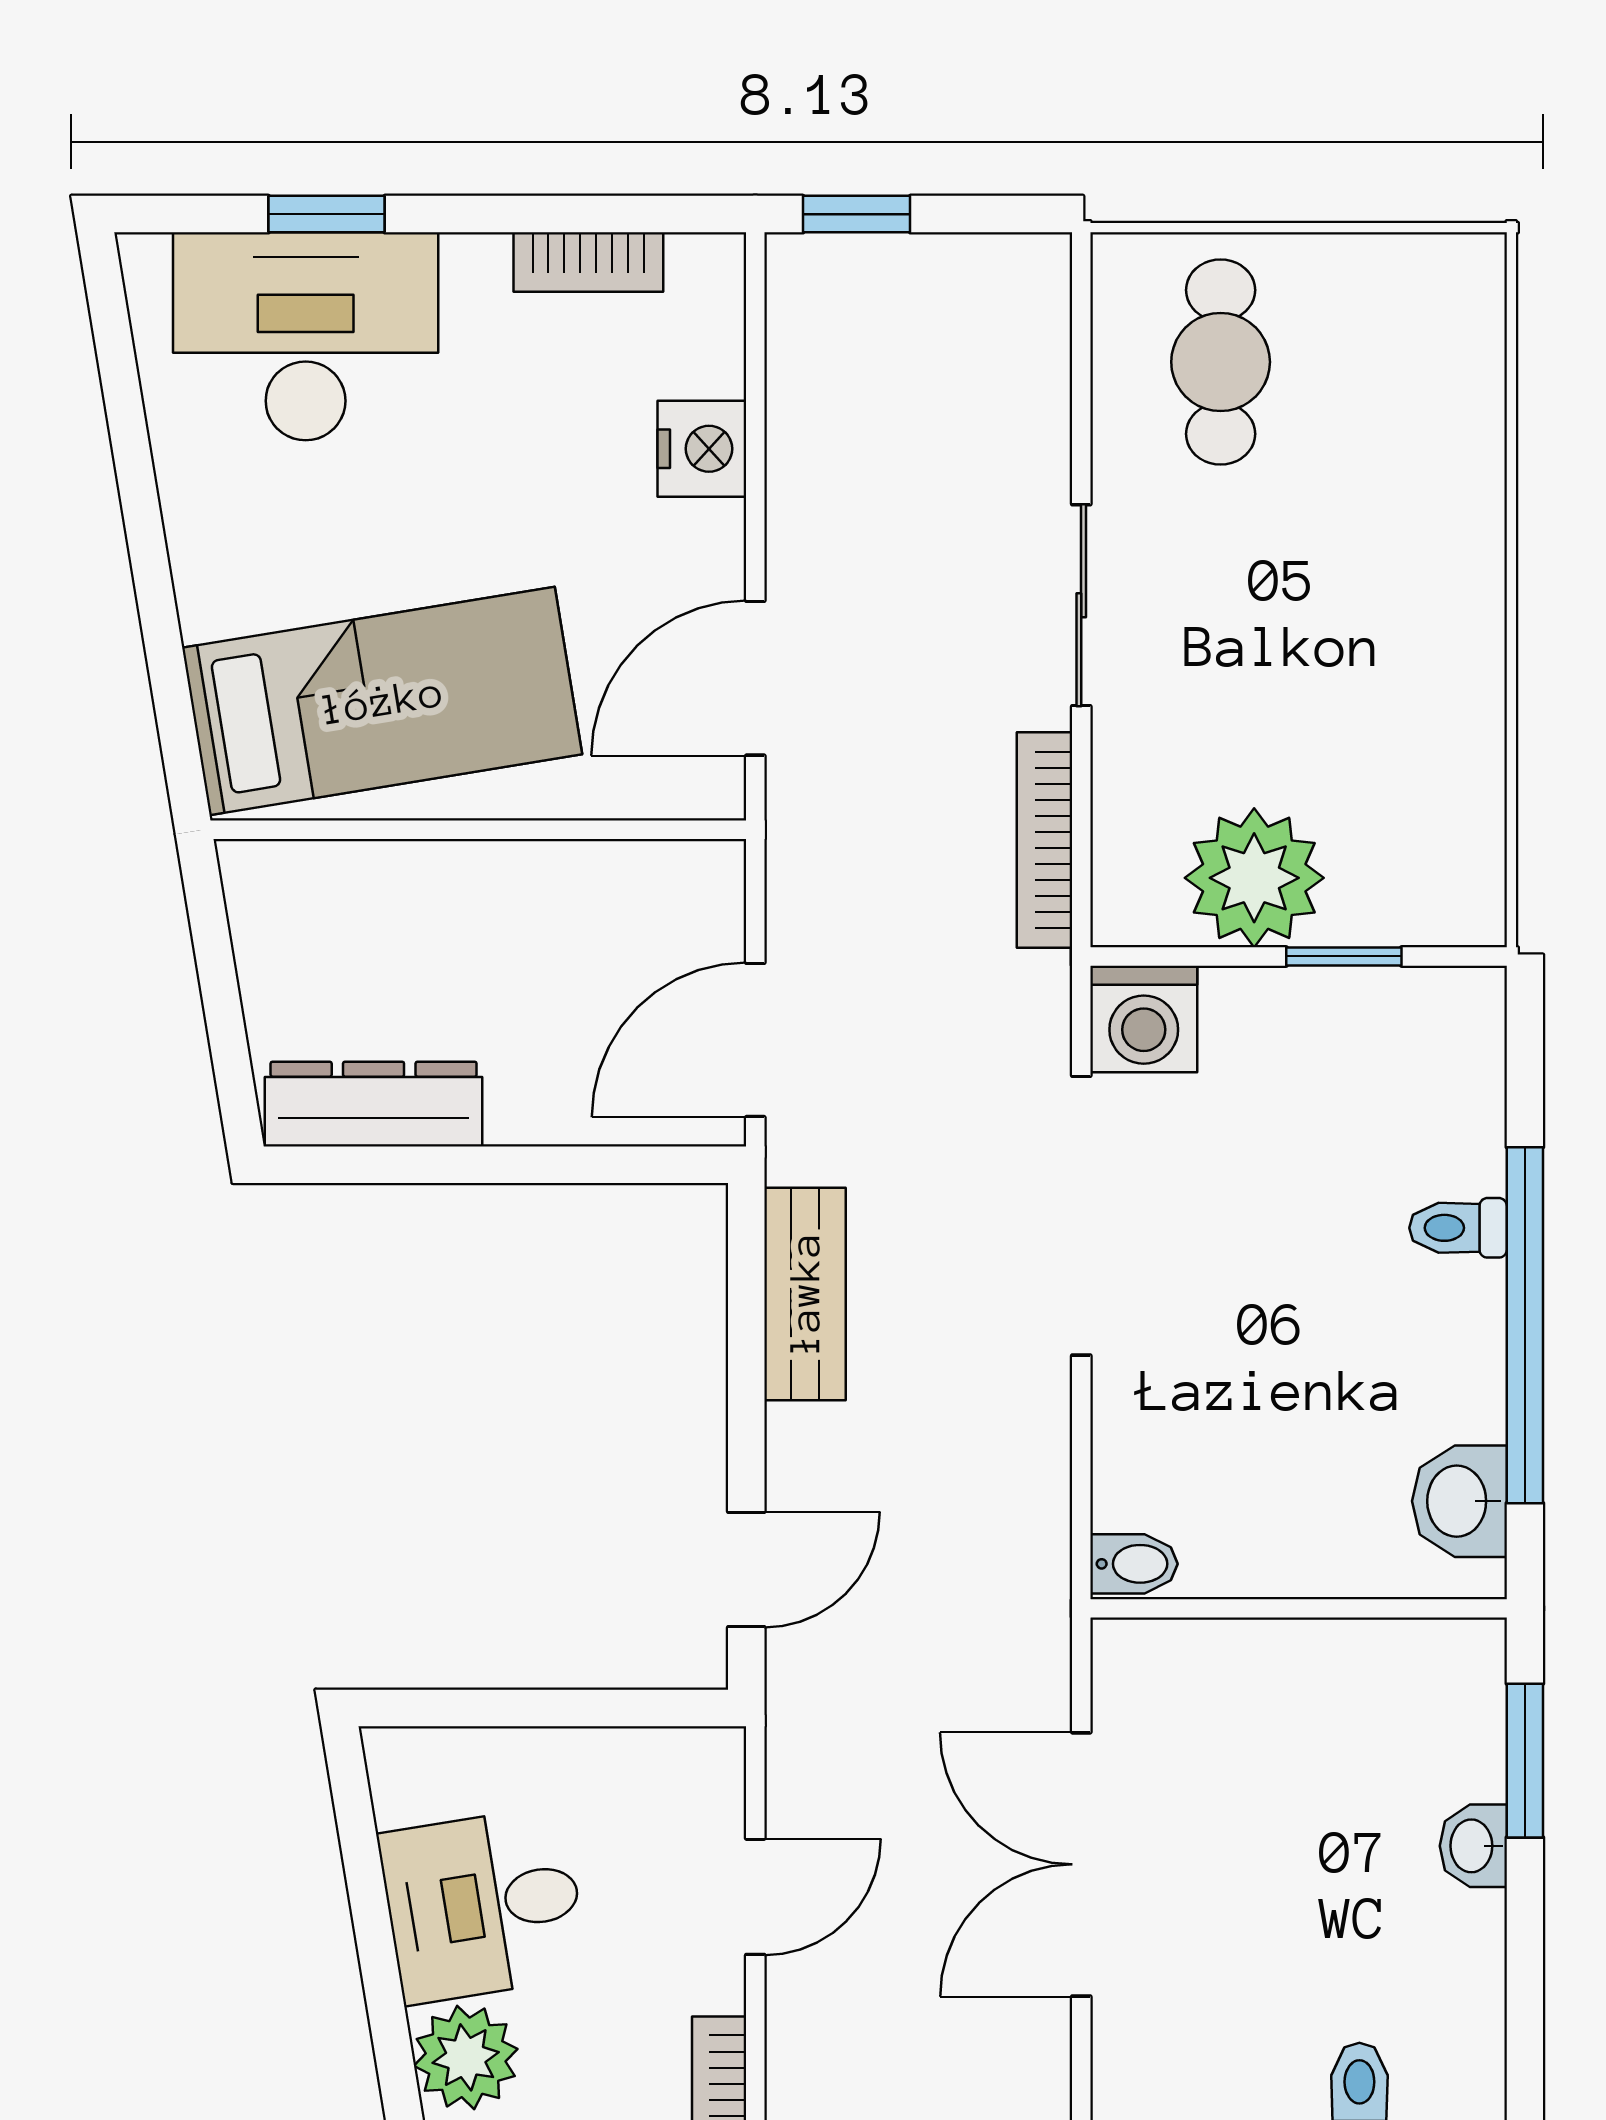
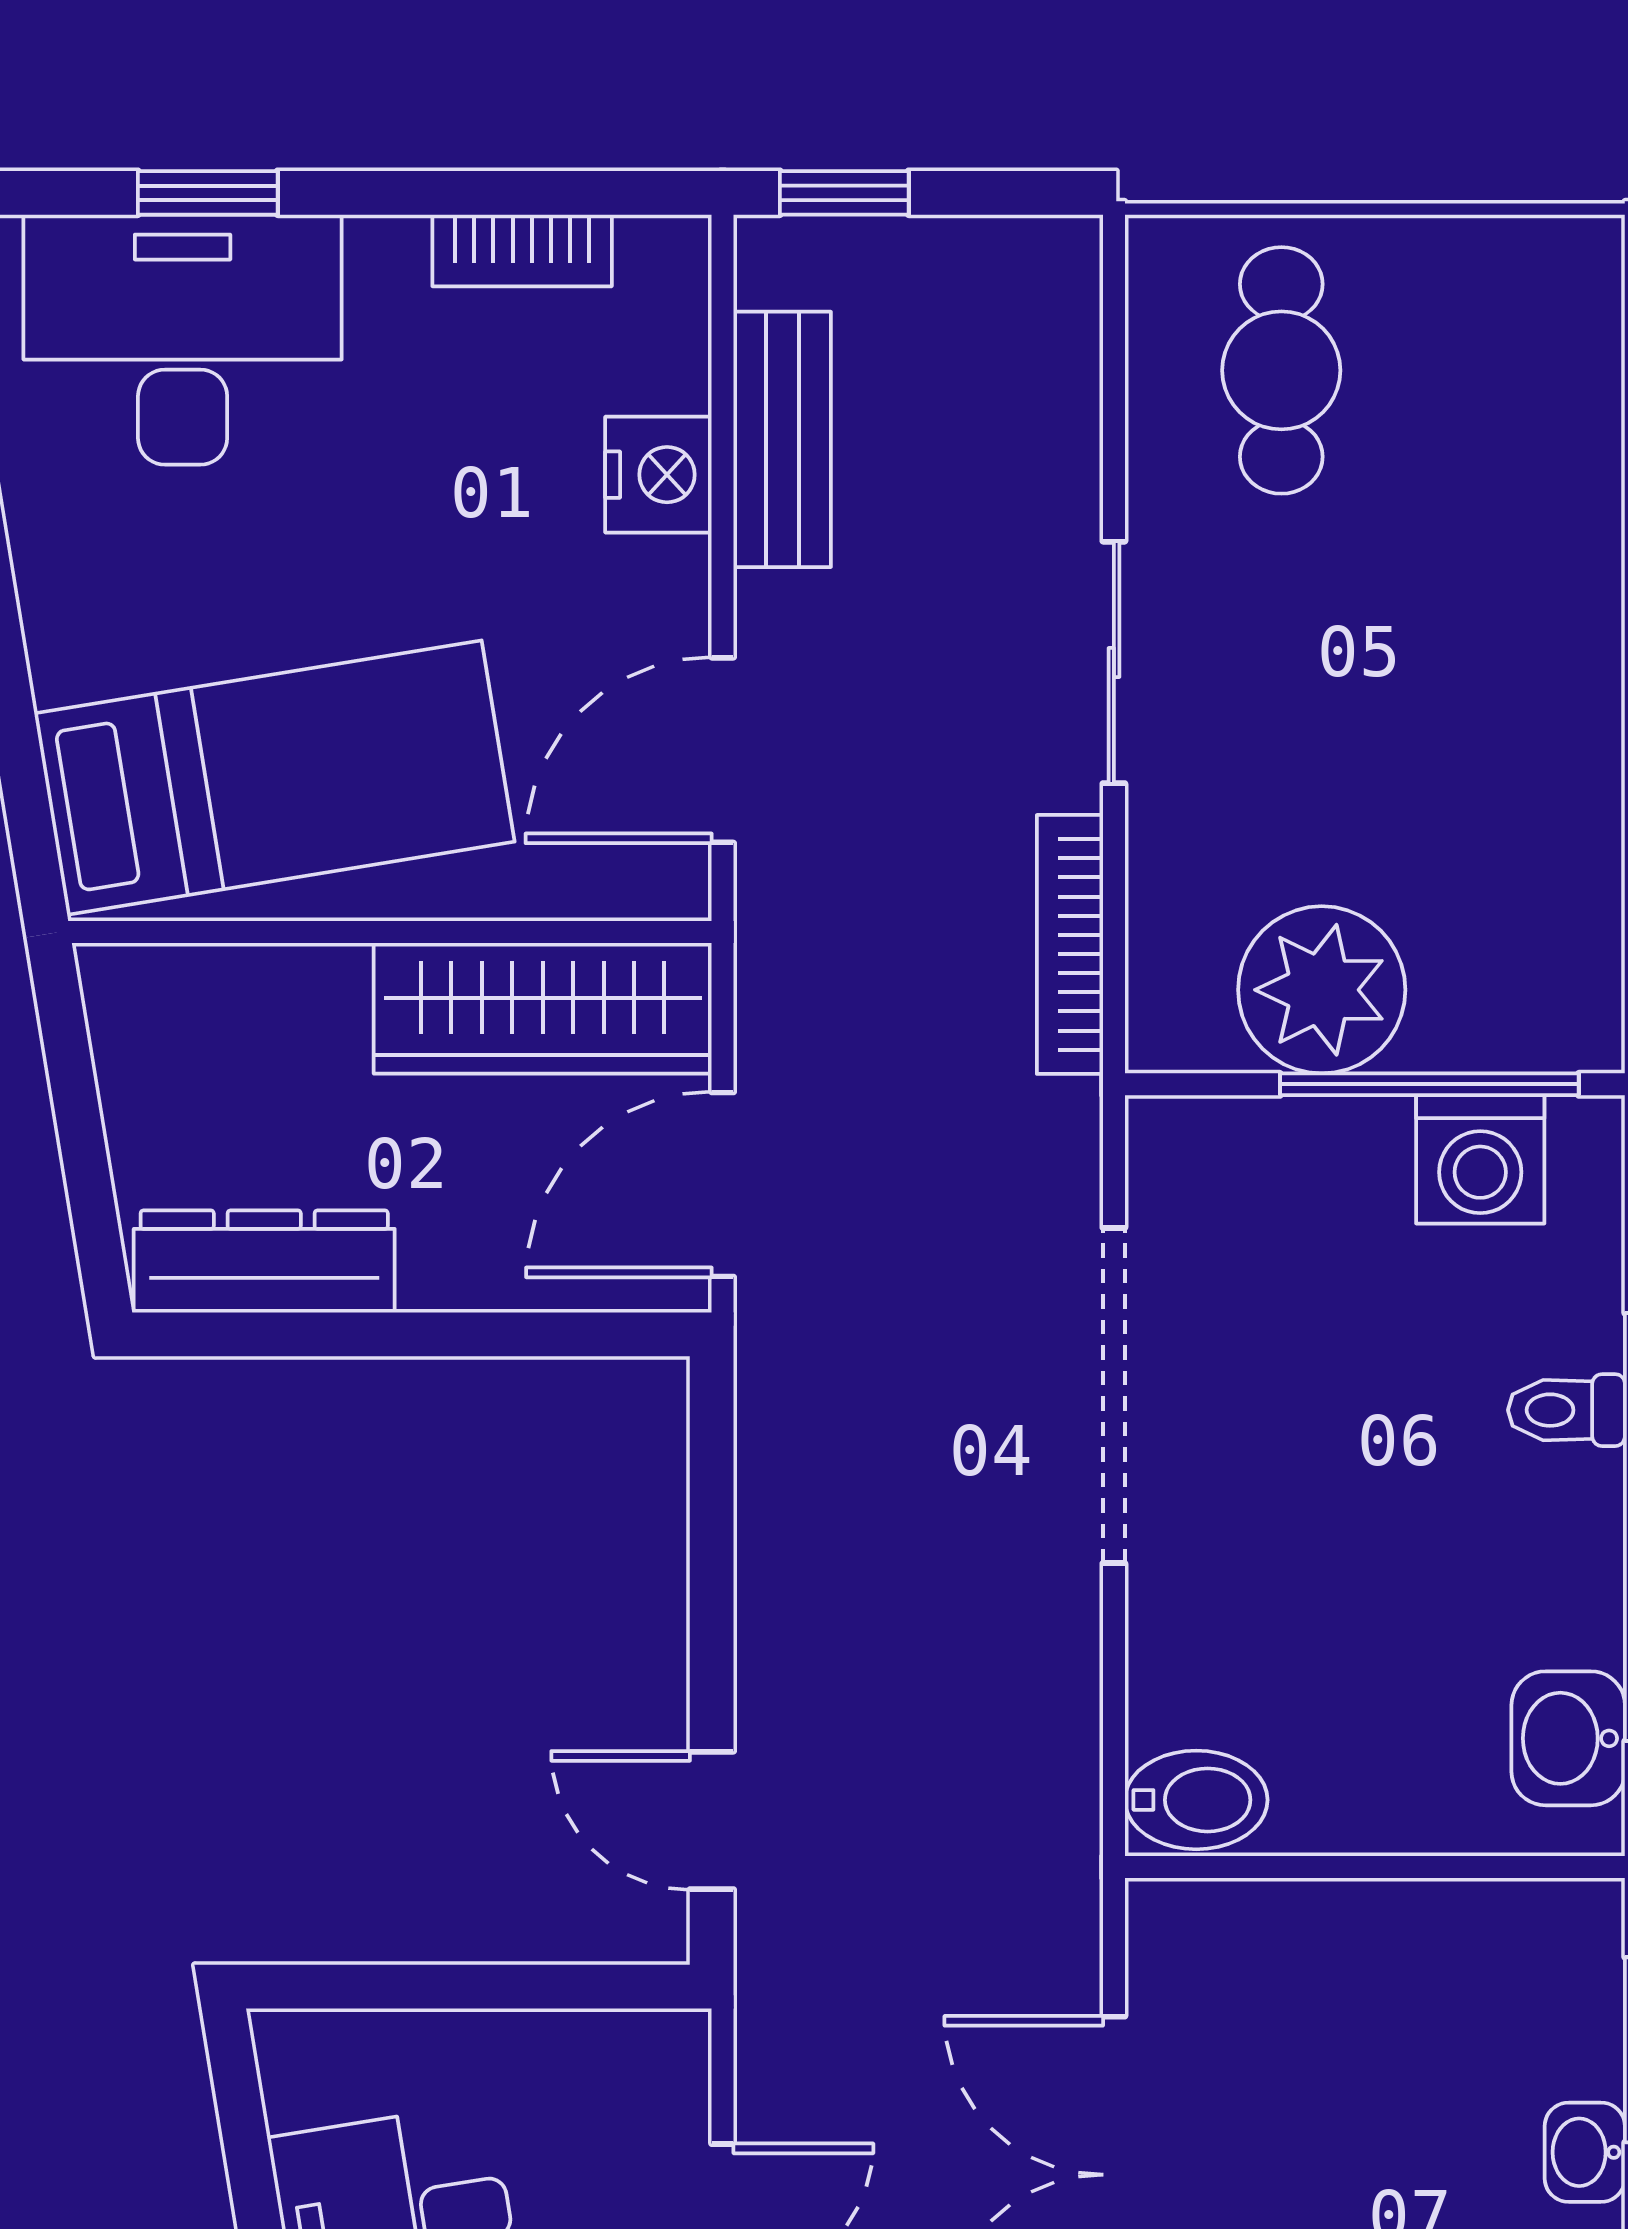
wardrobe: (605, 893) -> (543, 1008), added
window: (1344, 956) -> (1429, 1084), width x2.17
washing machine: (1144, 1019) -> (1480, 1159), moved
bench: (805, 1294) -> (782, 439), moved
bidet: (1134, 1564) -> (1196, 1800), width x1.38, depth x1.36
door: (746, 1570) -> (712, 1820), swing flipped

